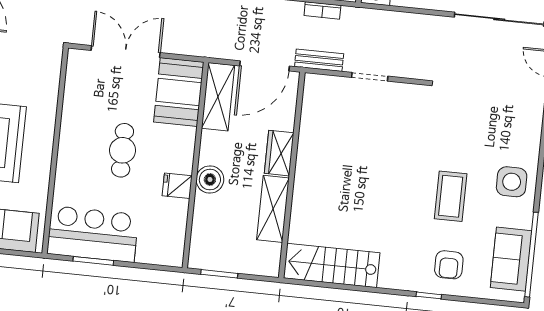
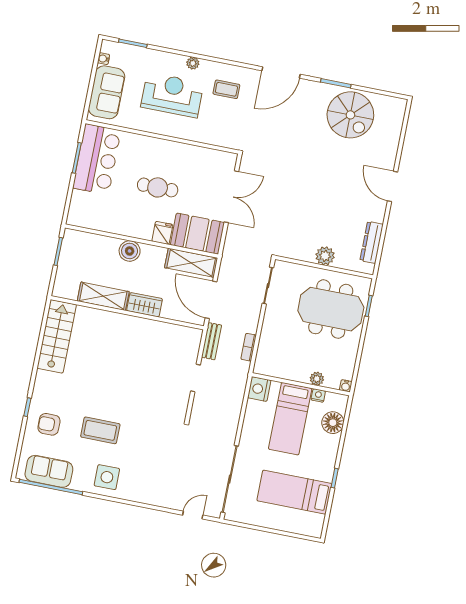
fridge: (177, 186) -> (162, 233), moved

